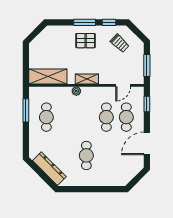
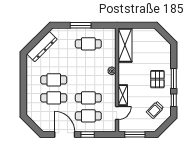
shelving: (87, 79) -> (123, 95), moved
door: (123, 85) -> (117, 113), swing flipped
window: (147, 104) -> (88, 134), moved
window: (26, 110) -> (81, 25), moved
cafe table: (106, 155) -> (54, 98), added

